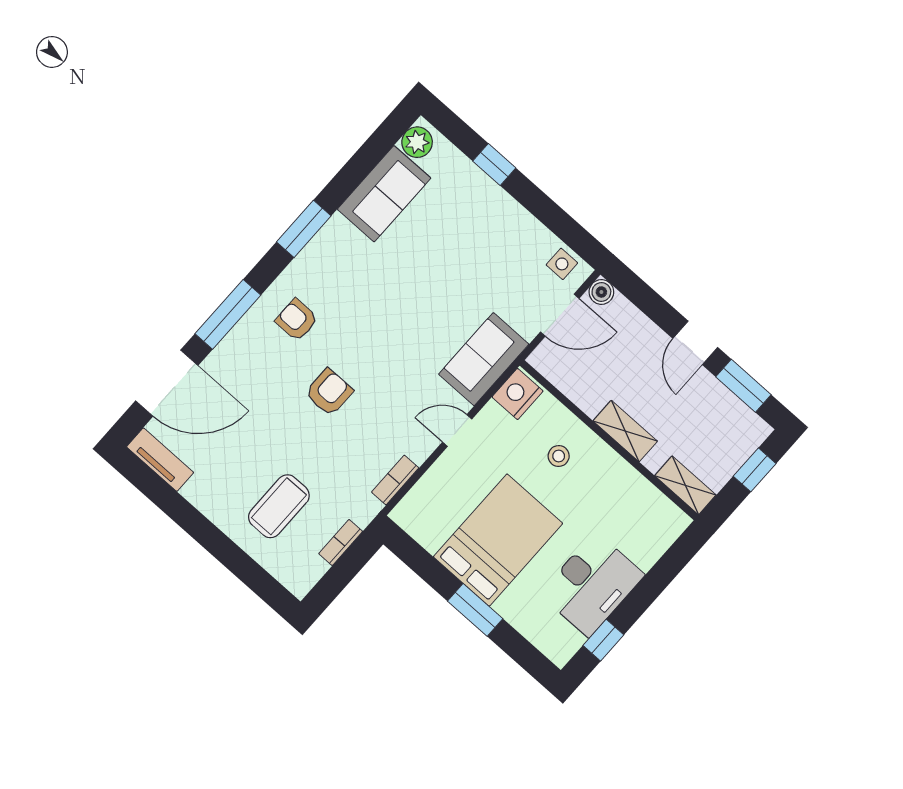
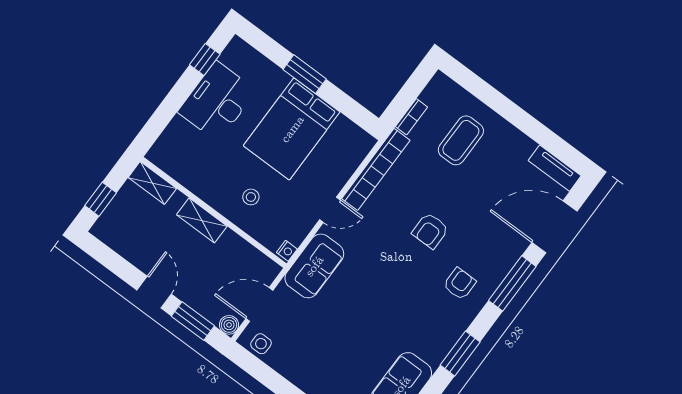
armchair: (297, 320) -> (460, 284), turned -90
window: (743, 386) -> (193, 321), moved
nightstand: (518, 394) -> (287, 251), width x0.53, depth x0.56
bookcase: (395, 480) -> (376, 169), width x2.31, depth x1.31

